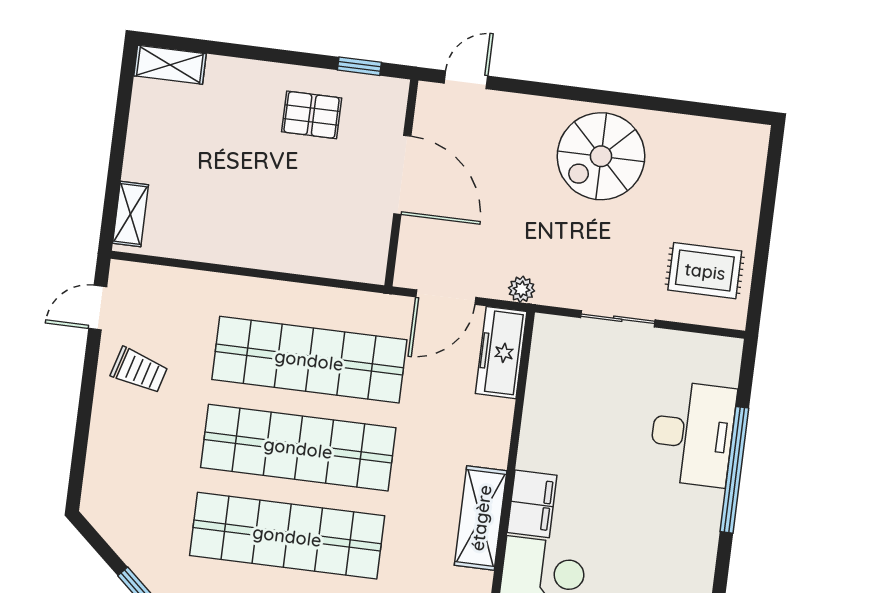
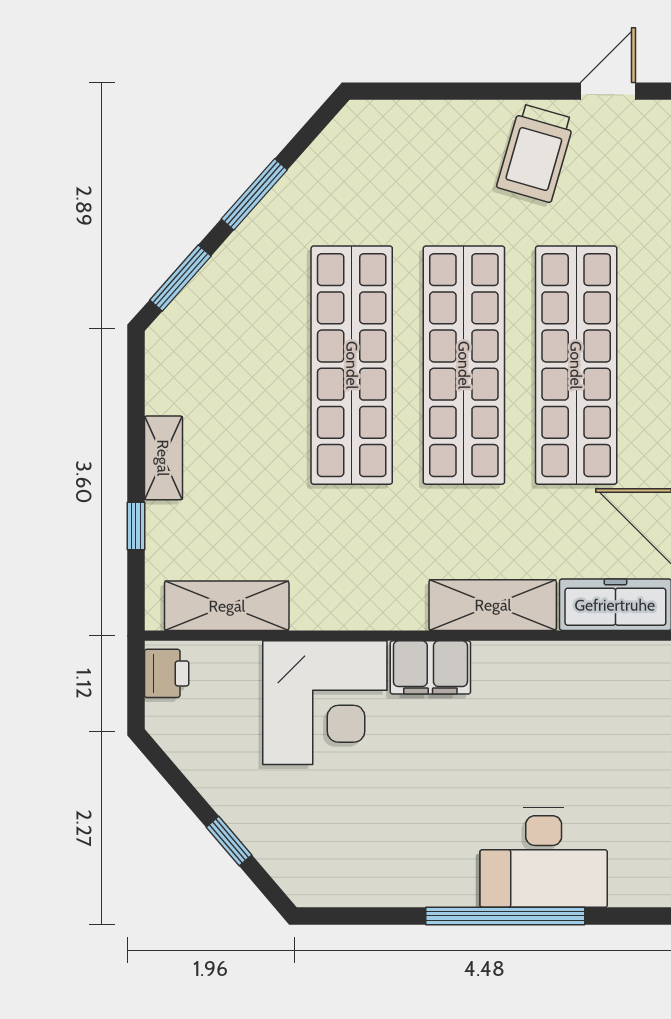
door: (98, 308) -> (608, 91), hinge flipped
trolley: (139, 370) -> (536, 153), width x1.36, depth x1.39
shelving: (481, 518) -> (493, 605), moved

